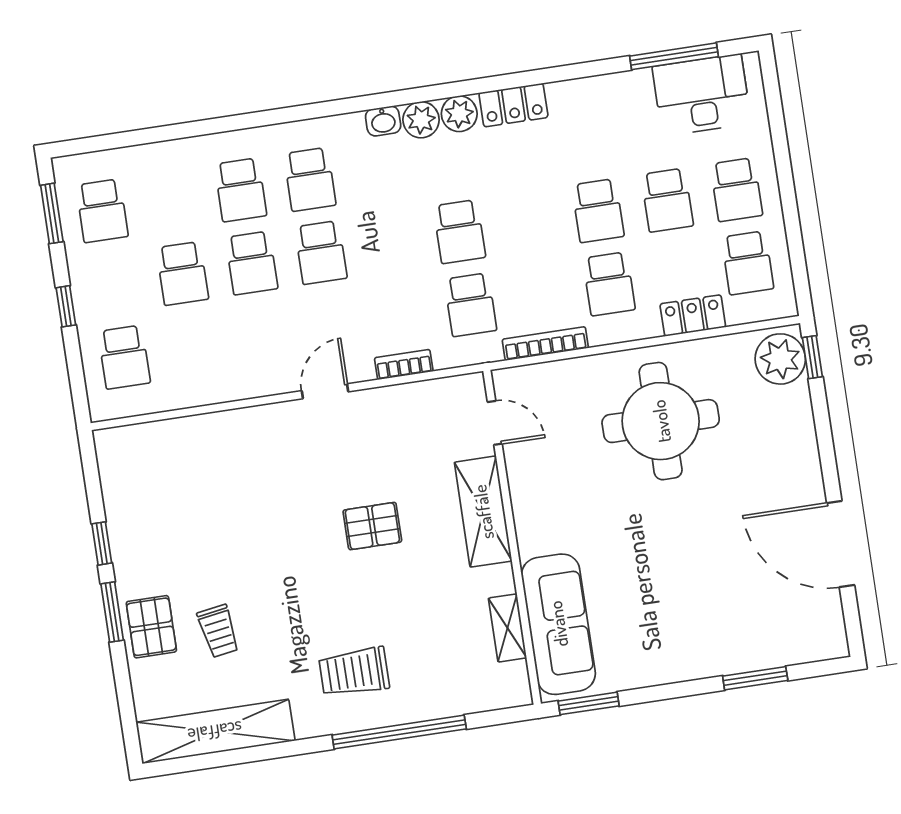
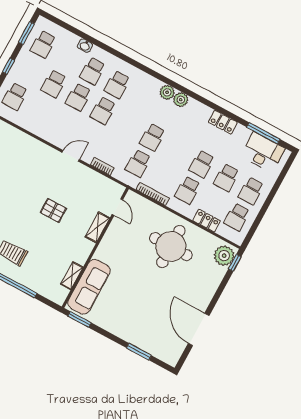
locker: (513, 105) -> (223, 122), moved
washbasin: (383, 121) -> (85, 46), moved
shelving: (483, 512) -> (97, 227), width x0.67, depth x0.75

